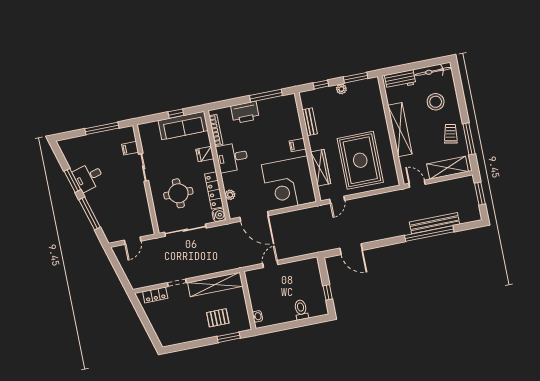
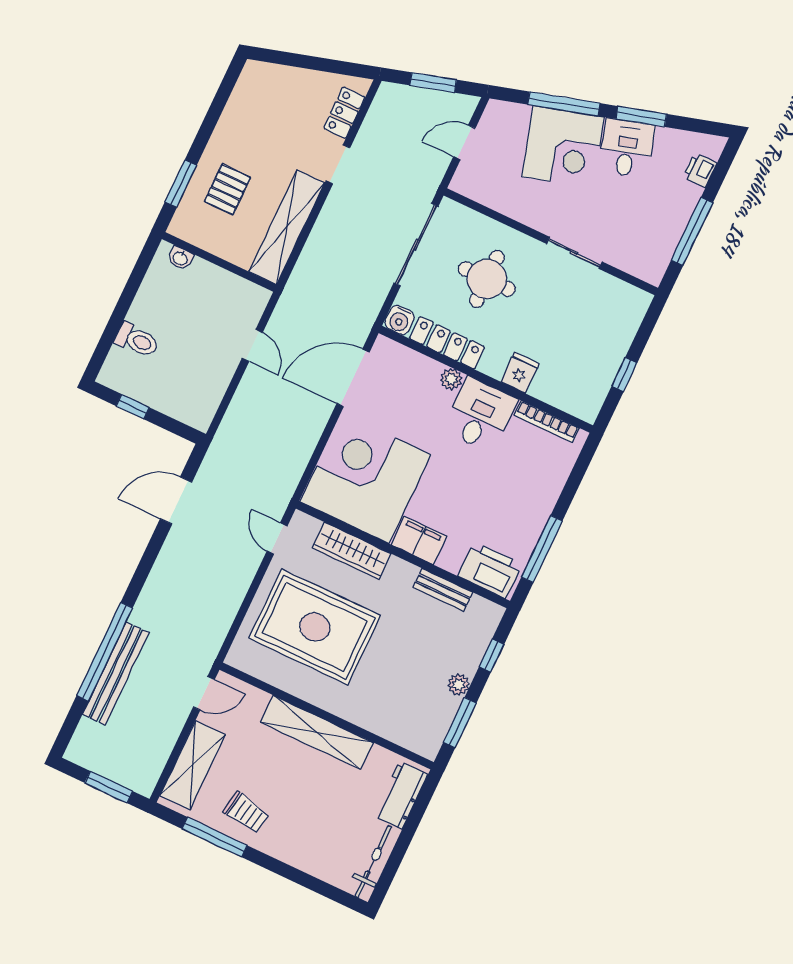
stool: (436, 102) -> (319, 827), removed
printer: (245, 112) -> (490, 570), moved, turned 90
sofa: (183, 126) -> (595, 372), removed
printer: (76, 143) -> (700, 170), added
filing cabinet: (298, 145) -> (419, 541), width x2.00
filing cabinet: (130, 148) -> (623, 254), removed
plant: (230, 195) -> (451, 379), moved
corner desk: (106, 202) -> (563, 147), added
door: (133, 241) -> (464, 142), hinge flipped
window: (119, 270) -> (433, 83), added

